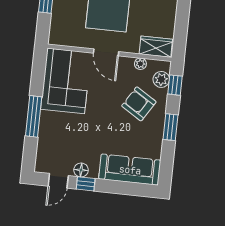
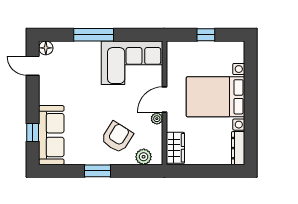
plant: (140, 64) -> (157, 119), moved
window: (175, 85) -> (139, 171), removed
floor lamp: (81, 170) -> (46, 48), moved
window: (86, 184) -> (33, 133), moved

